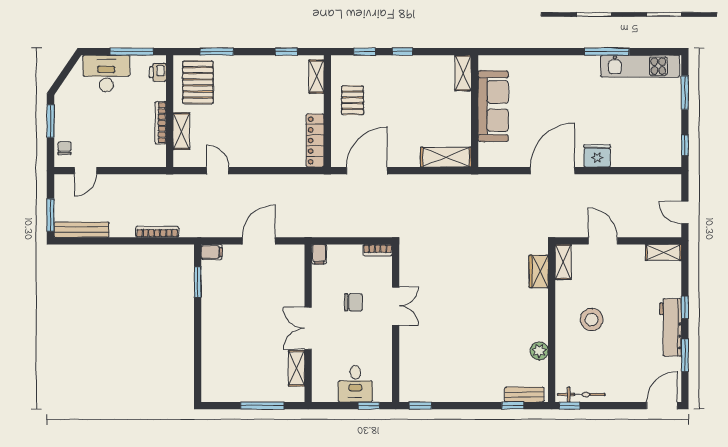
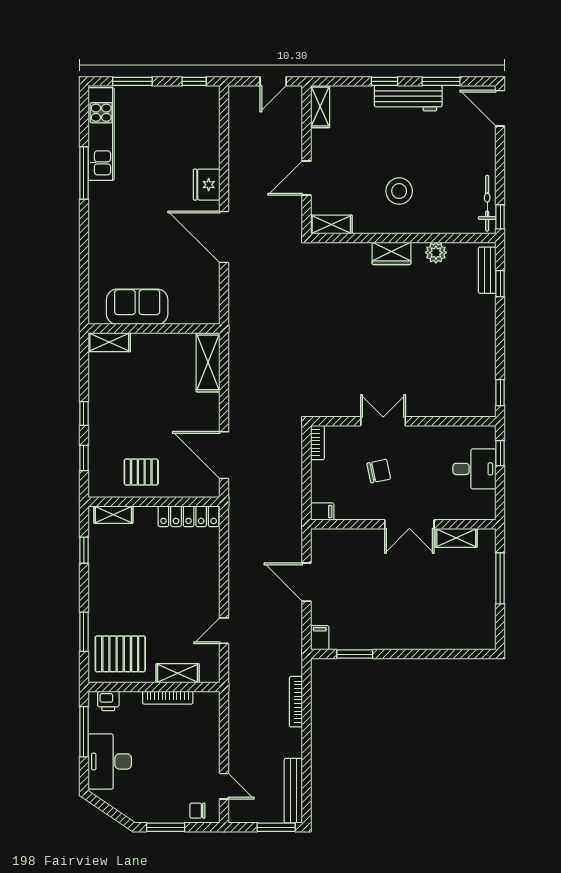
sofa: (493, 106) -> (137, 307), width x0.73
wardrobe: (539, 271) -> (392, 253), moved
chair: (353, 302) -> (379, 471), turned 78

